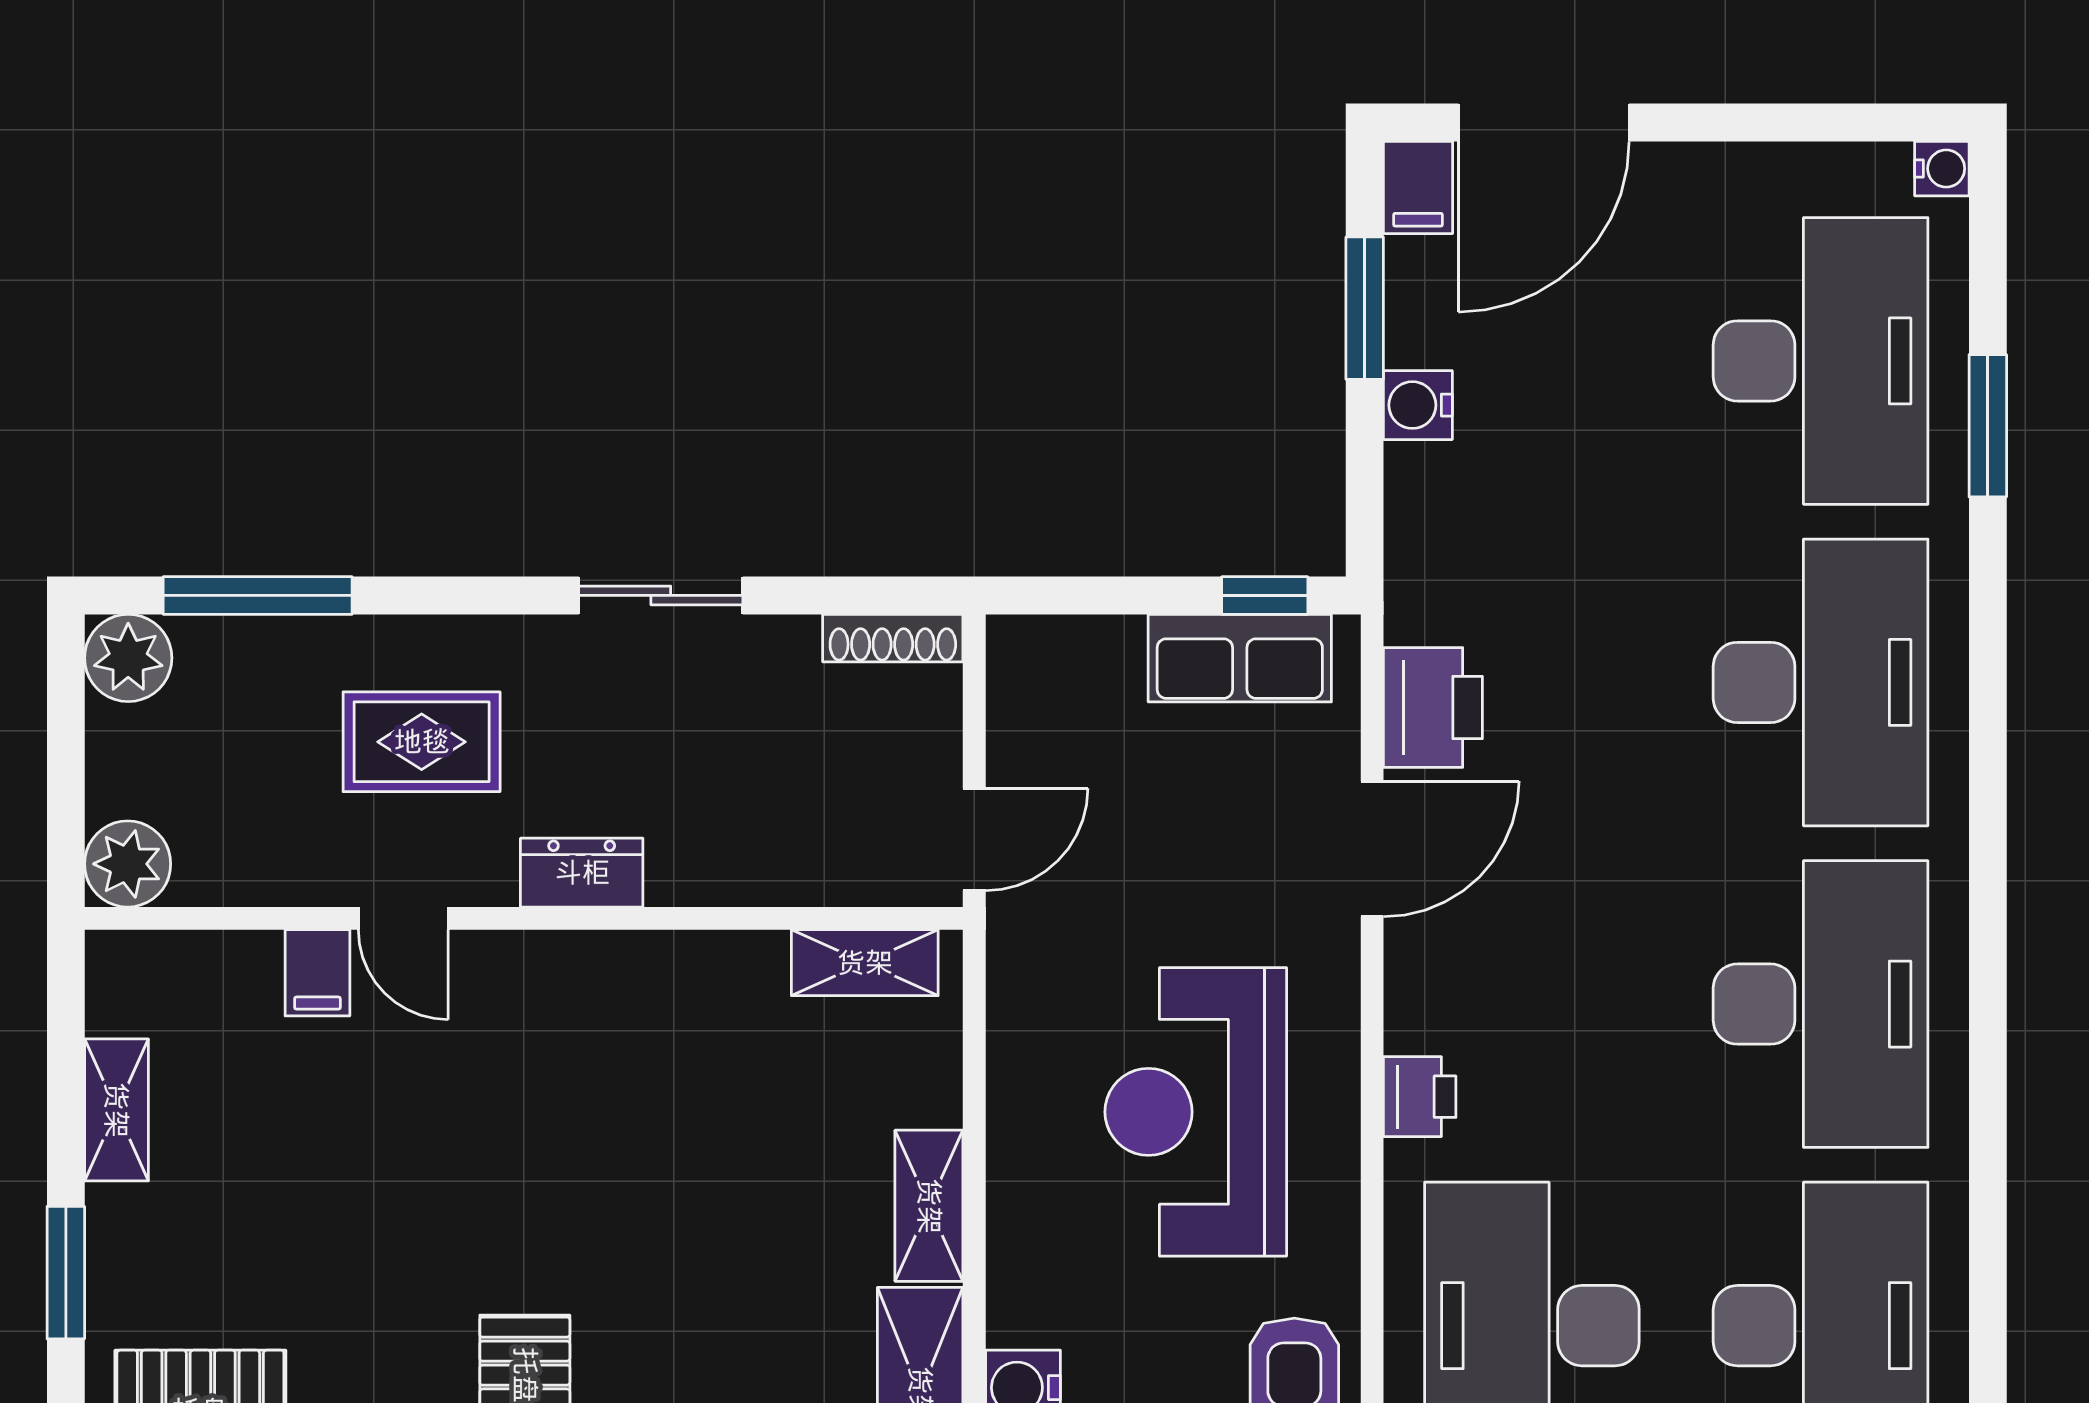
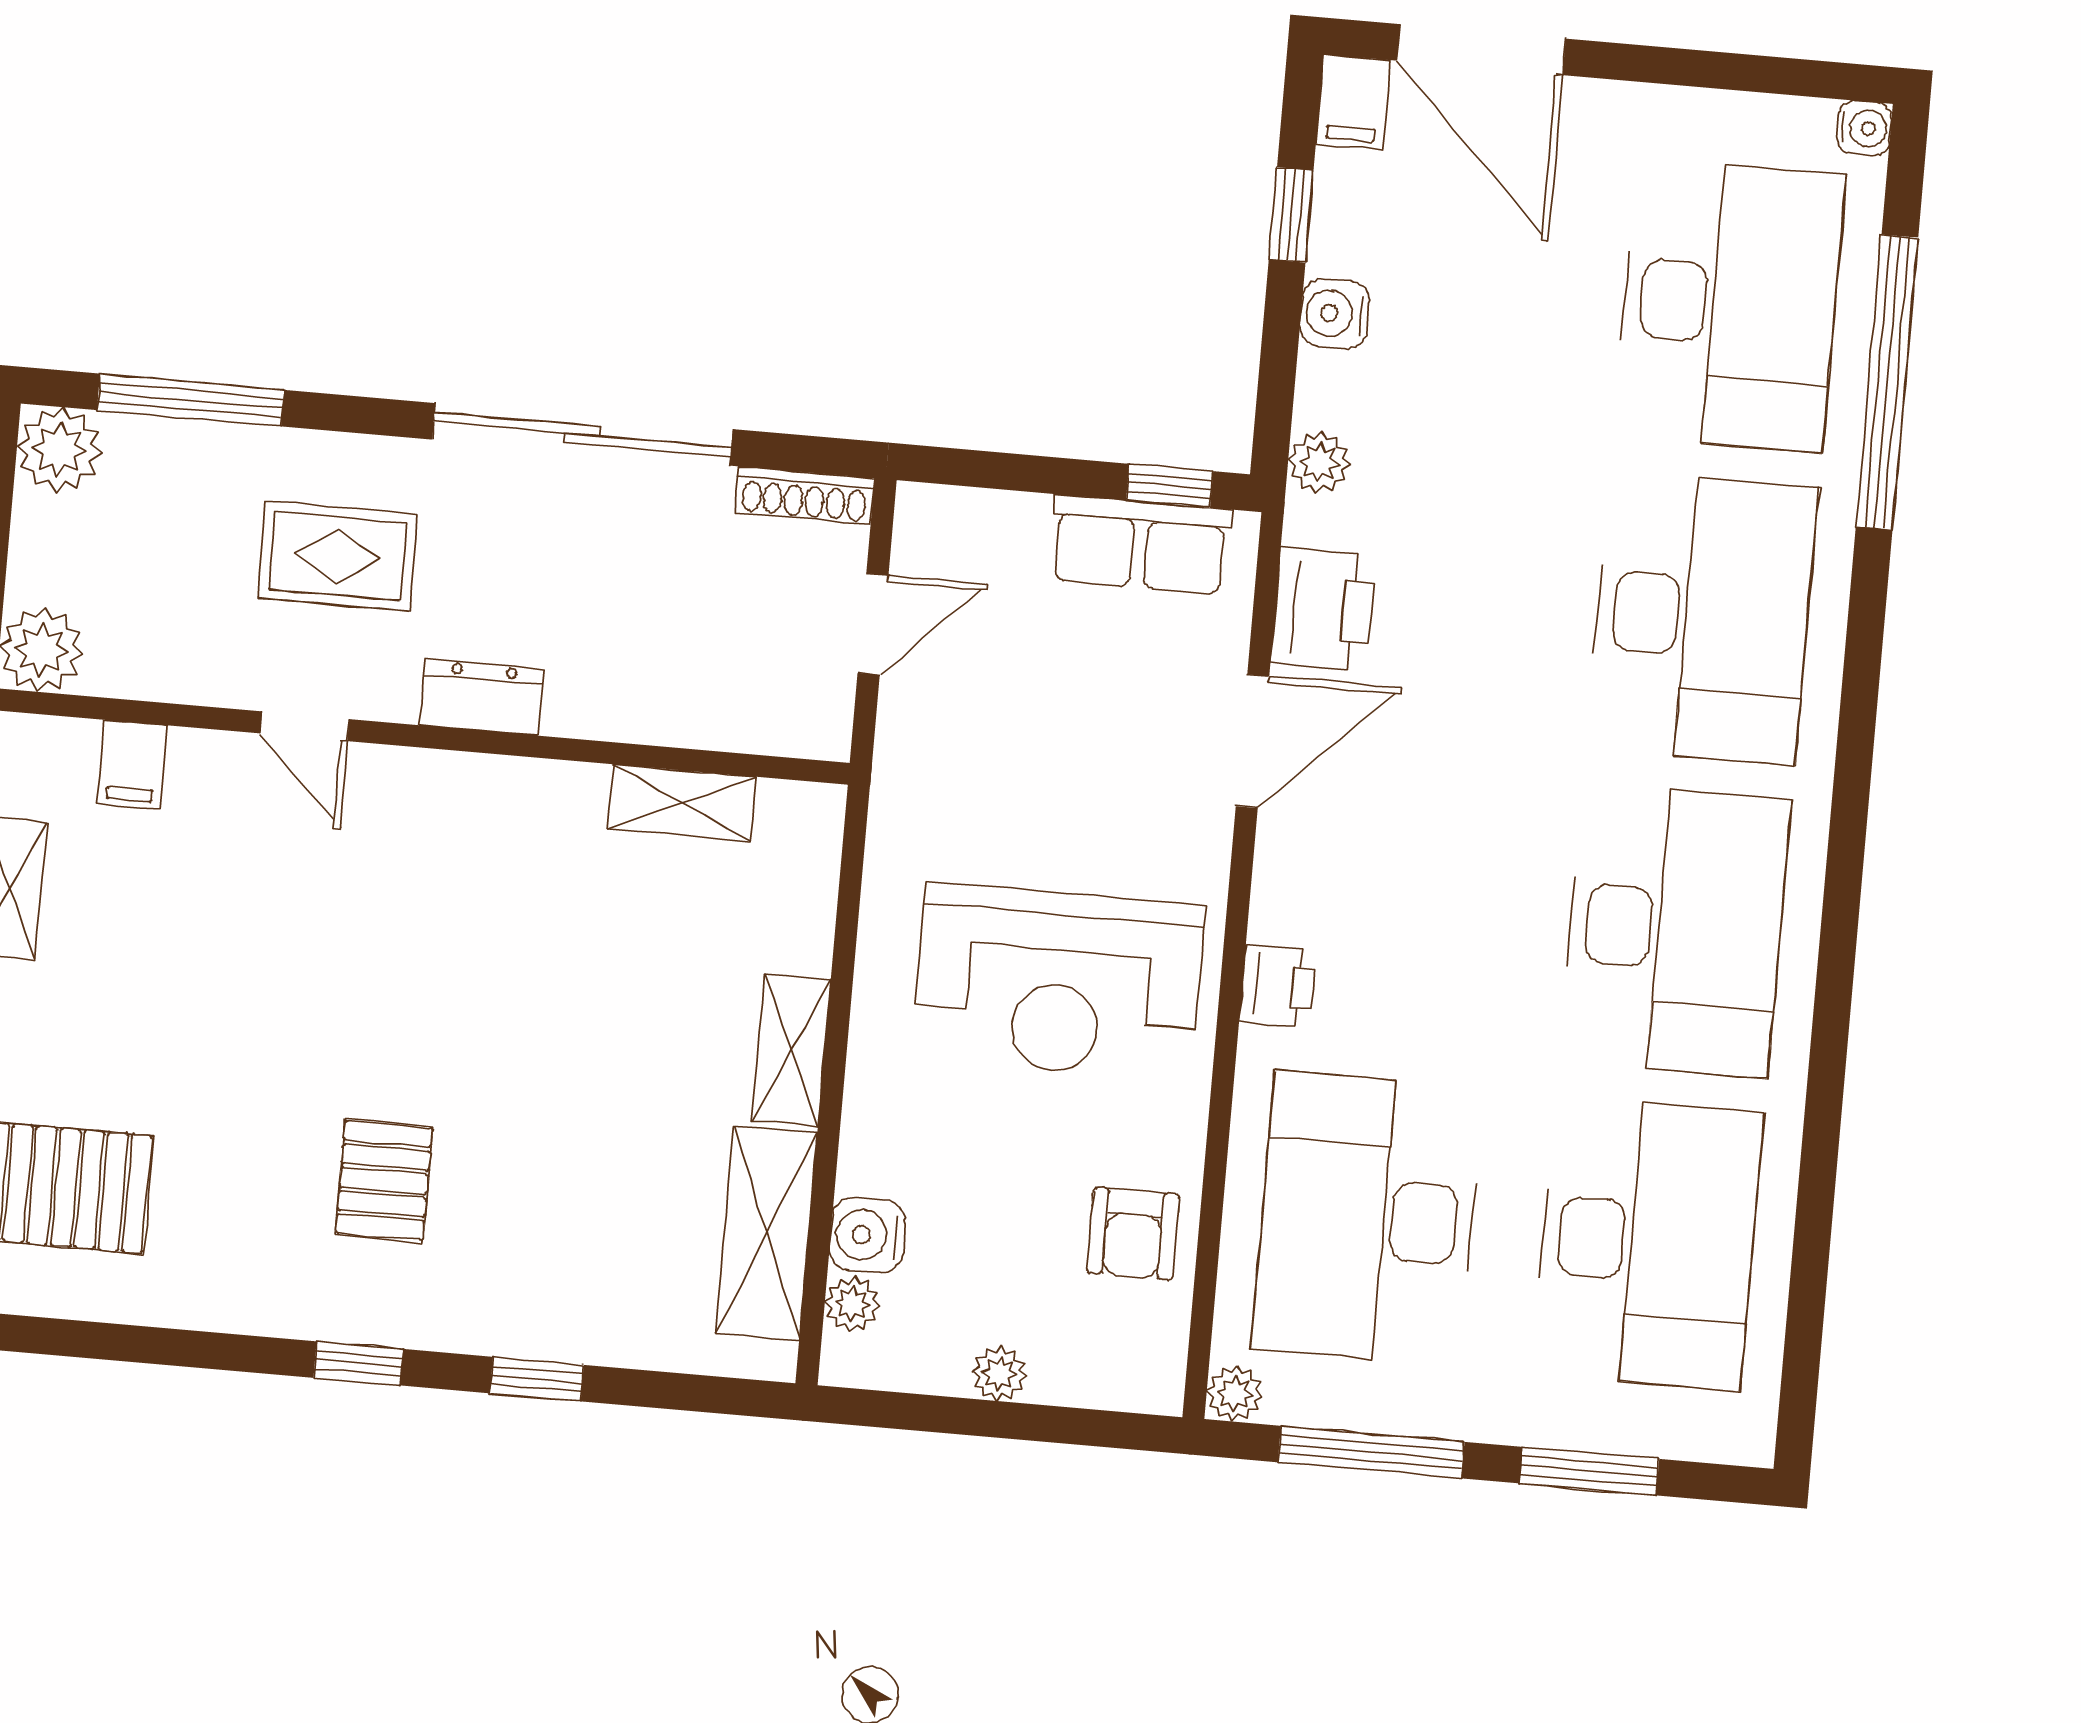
door: (1544, 122) -> (1481, 50), hinge flipped
window: (1365, 308) -> (1291, 215), width x0.67
window: (1988, 426) -> (1887, 382), width x2.11
plant: (1415, 558) -> (1319, 462), added
sliding door: (661, 595) -> (583, 434), width x1.86
door: (974, 840) -> (873, 624), moved
shelving: (865, 963) -> (682, 803), moved
filing cabinet: (317, 973) -> (132, 765), moved
reception desk: (1196, 1112) -> (1059, 982), turned -90

